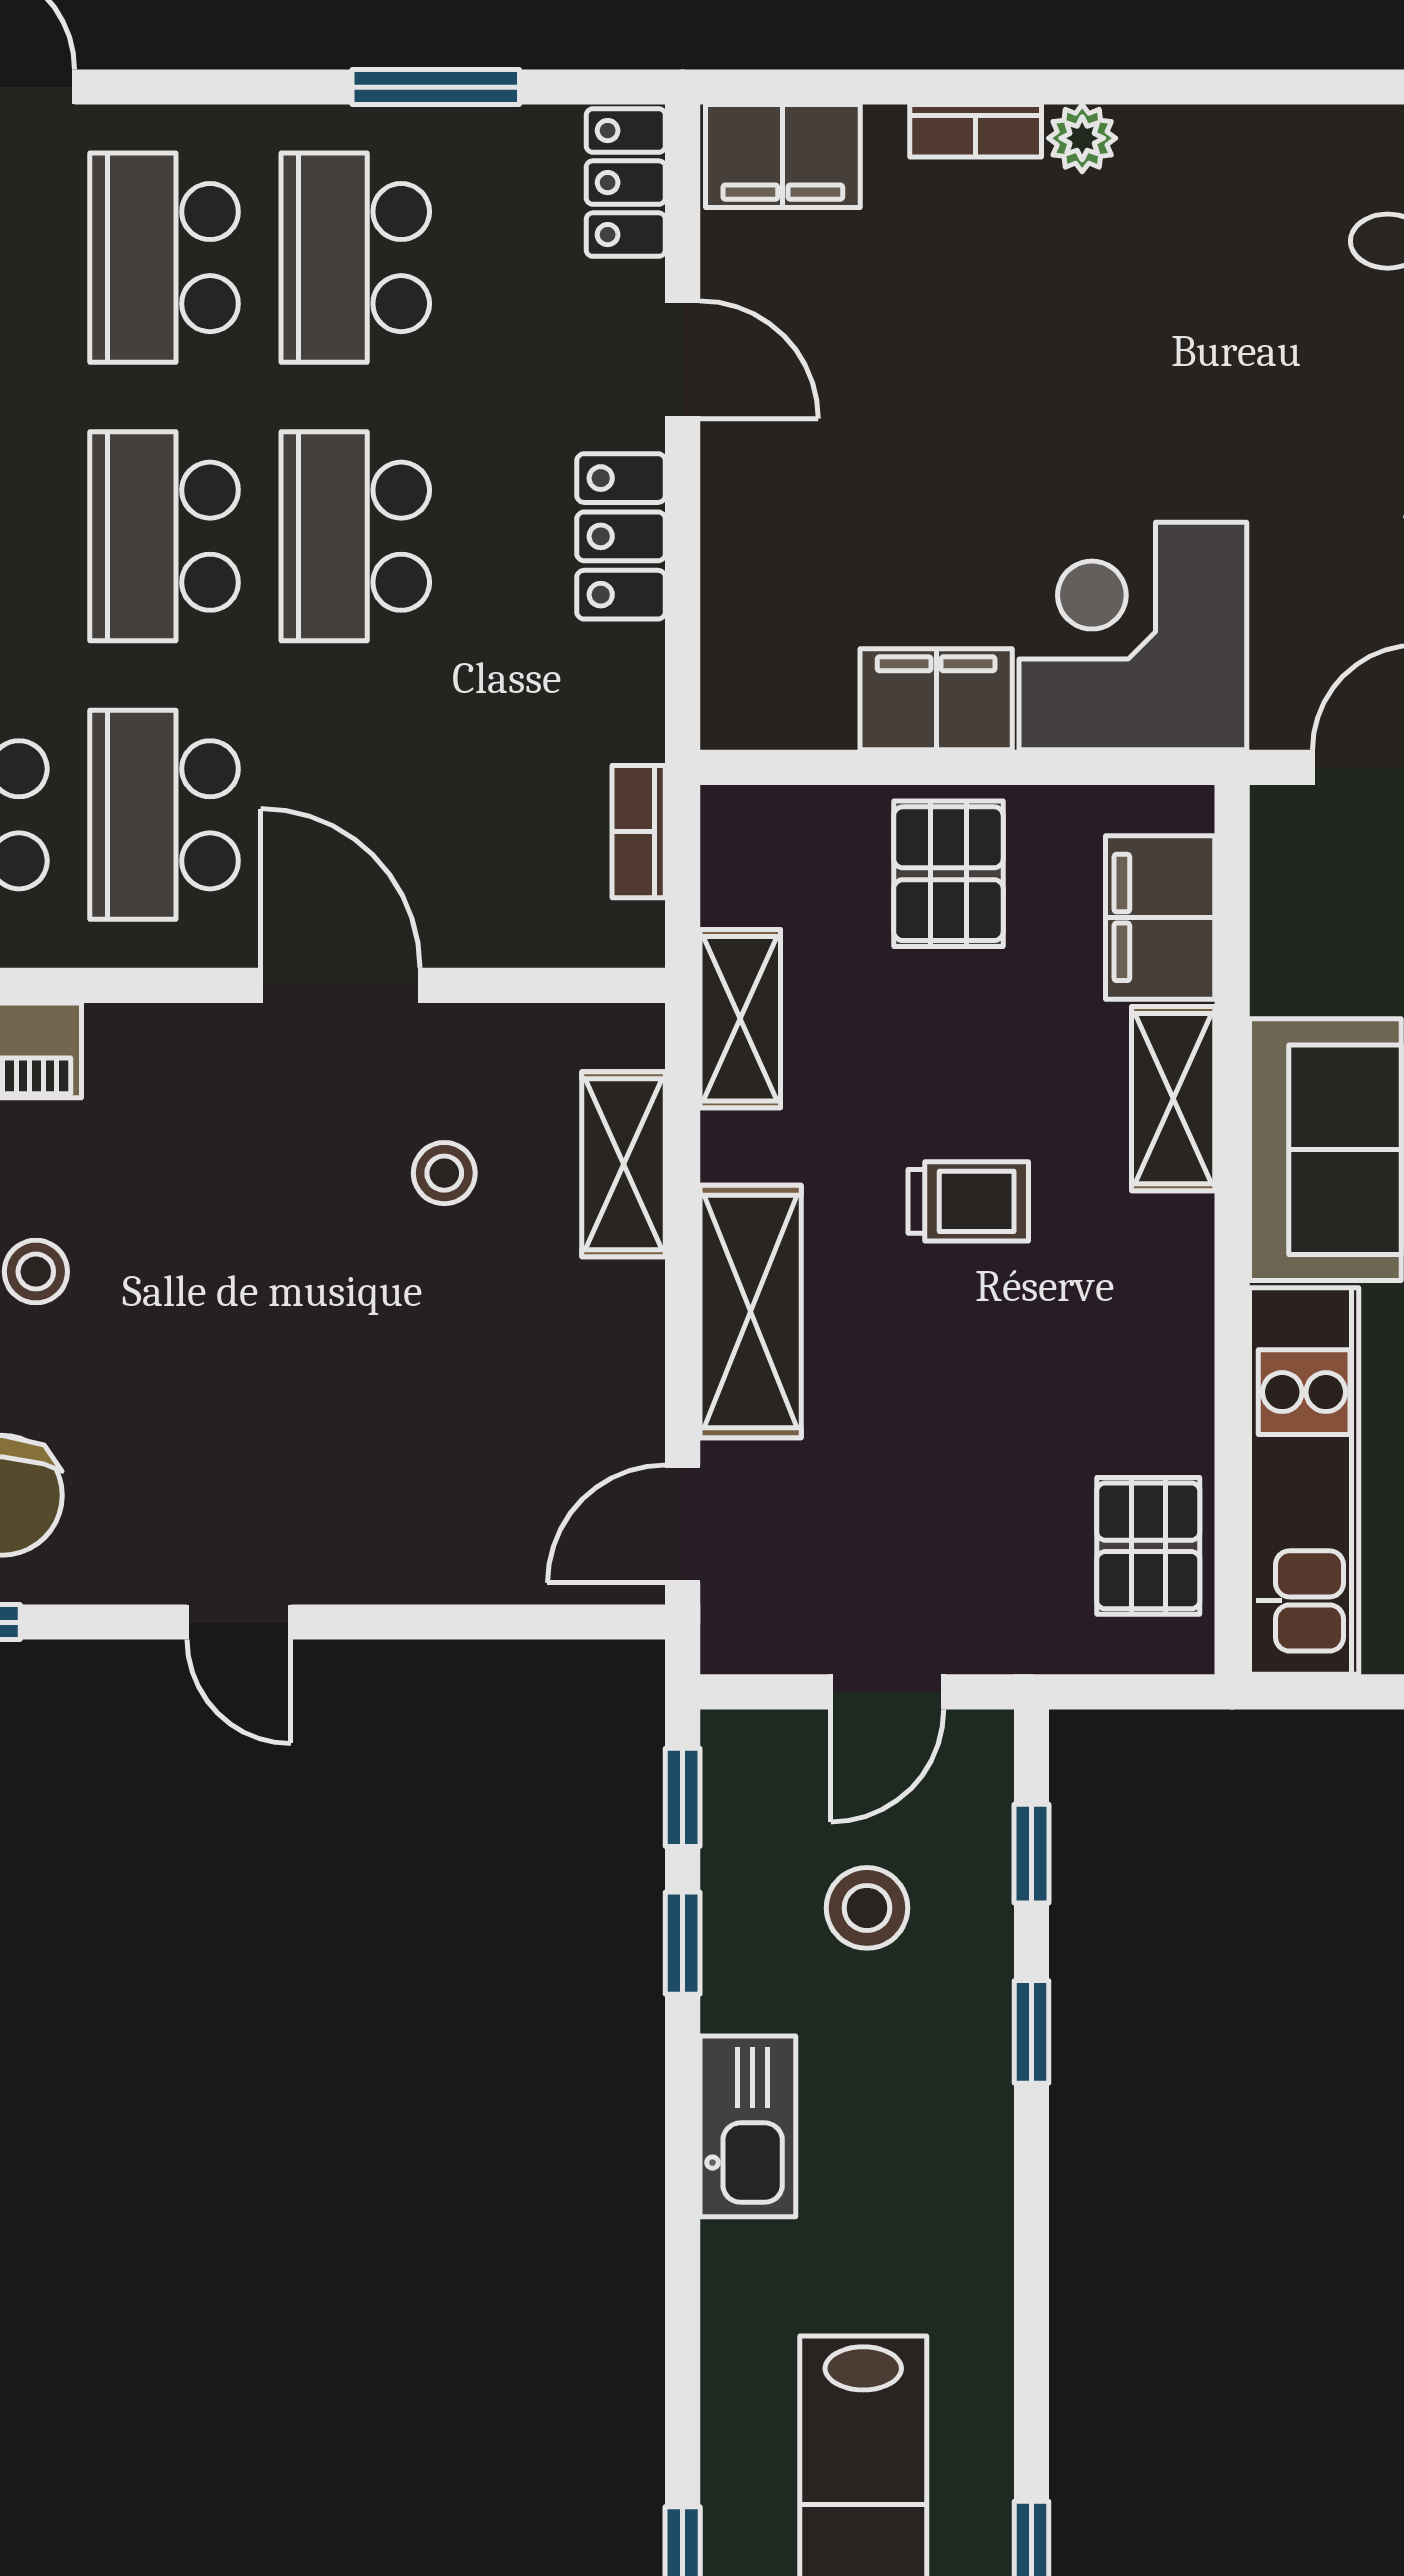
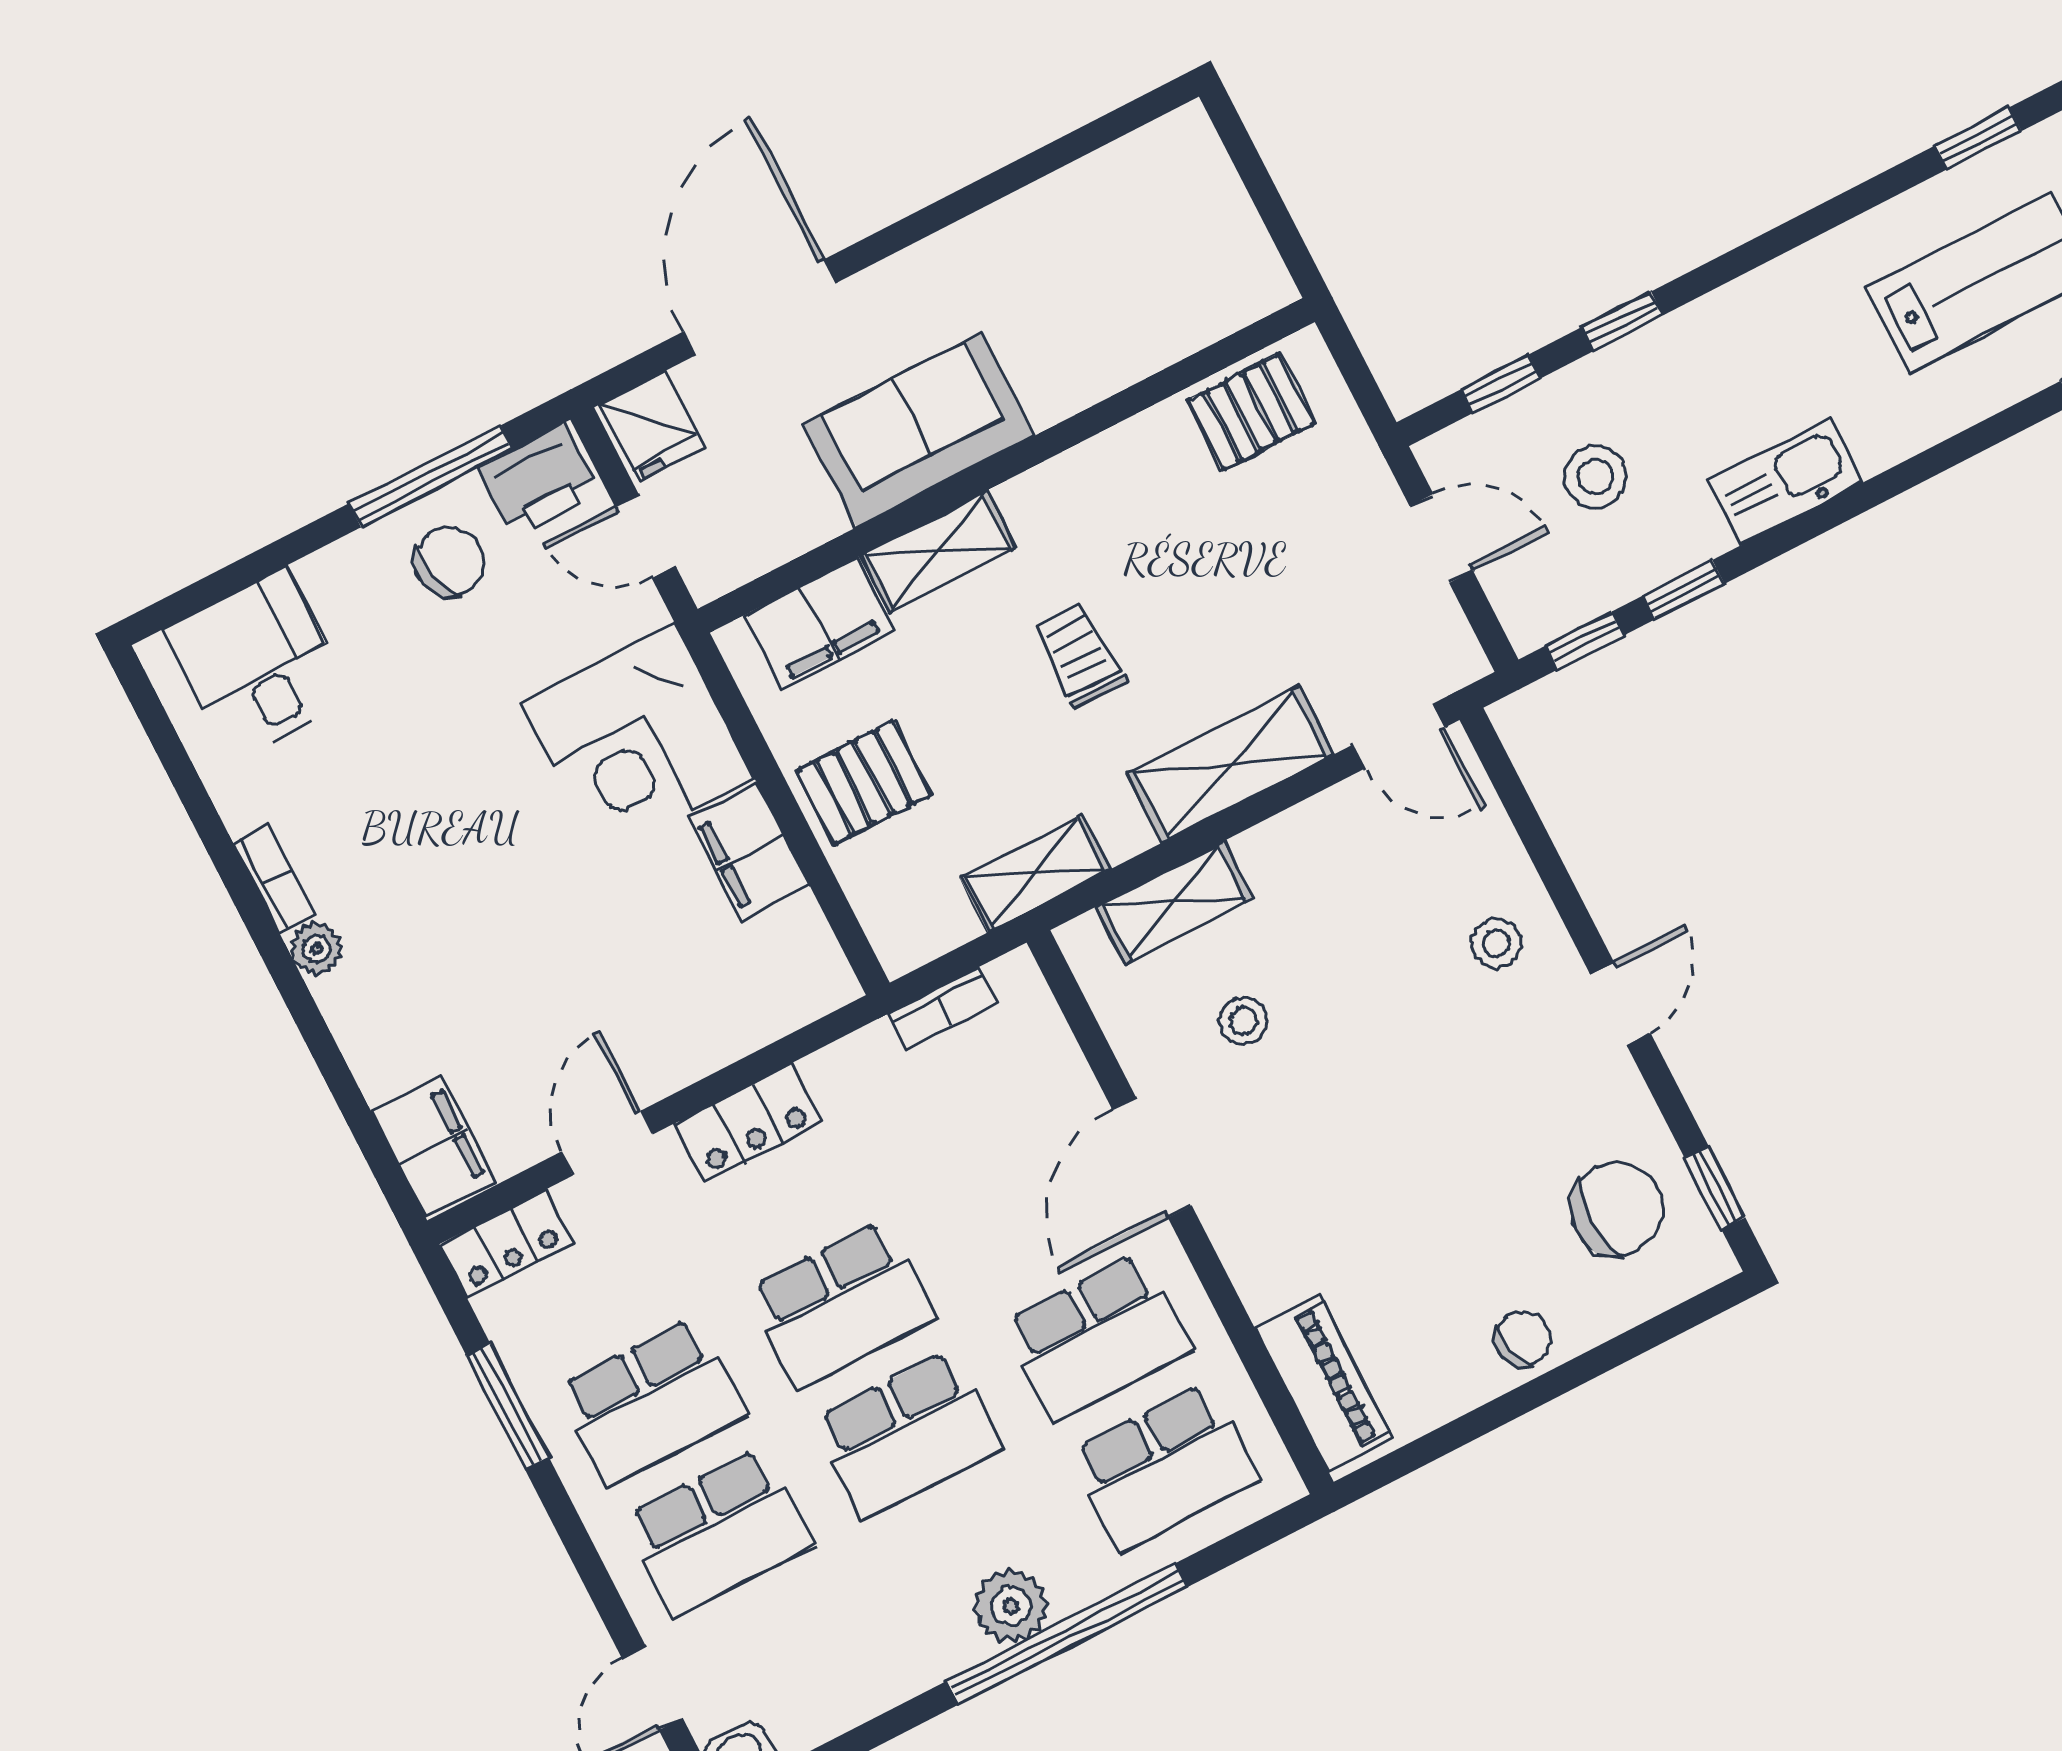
bookcase: (976, 131) -> (274, 879), moved
stool: (36, 1272) -> (1496, 944), moved
kitchen unit: (1304, 1481) -> (1152, 329), removed

